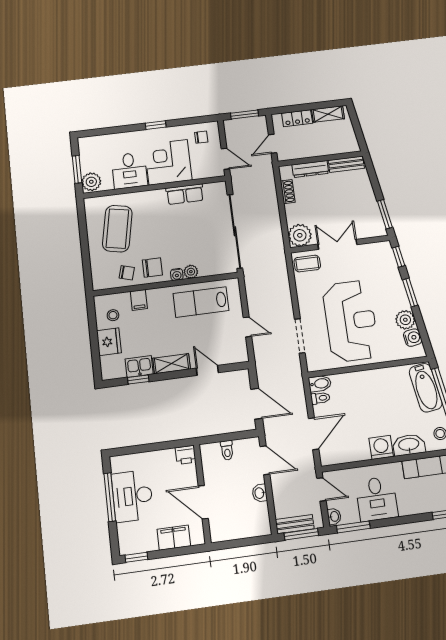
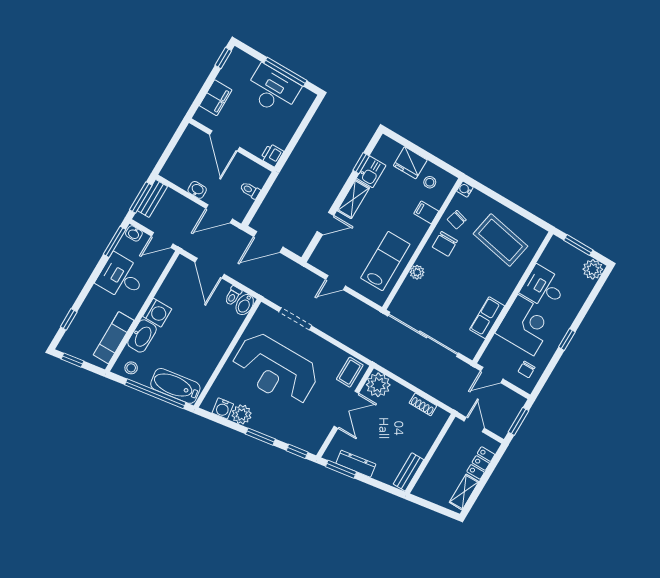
dresser: (310, 169) -> (356, 464), moved, turned 82
plant: (91, 182) -> (593, 269), moved
water cooler: (177, 275) -> (465, 189), moved
door: (203, 502) -> (225, 141), swing flipped

